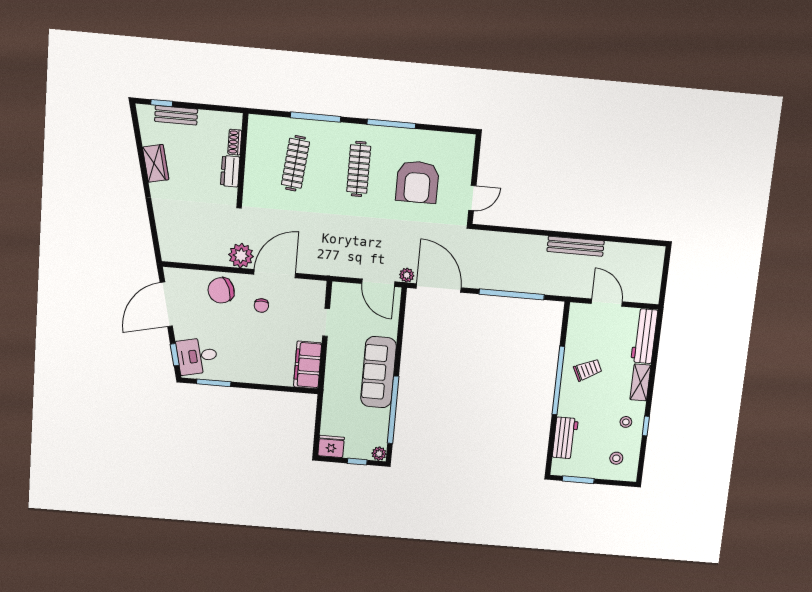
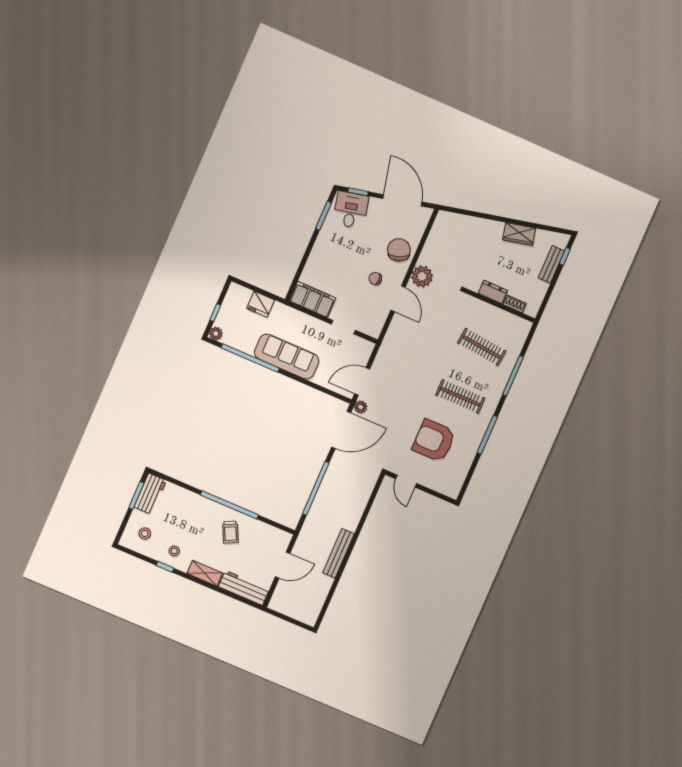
door: (275, 274) -> (398, 299), width x0.73
workbench: (565, 438) -> (150, 494), moved, turned -90
fridge: (331, 446) -> (261, 304), moved, turned 90

